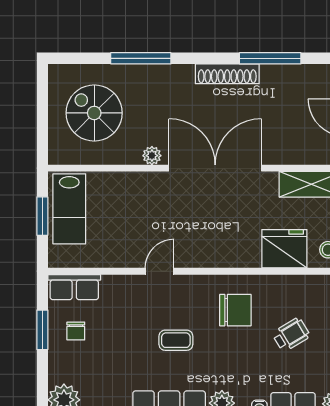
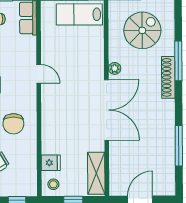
shoe rack: (227, 74) -> (168, 77), moved
fridge: (284, 249) -> (51, 163), width x0.53, depth x0.75

